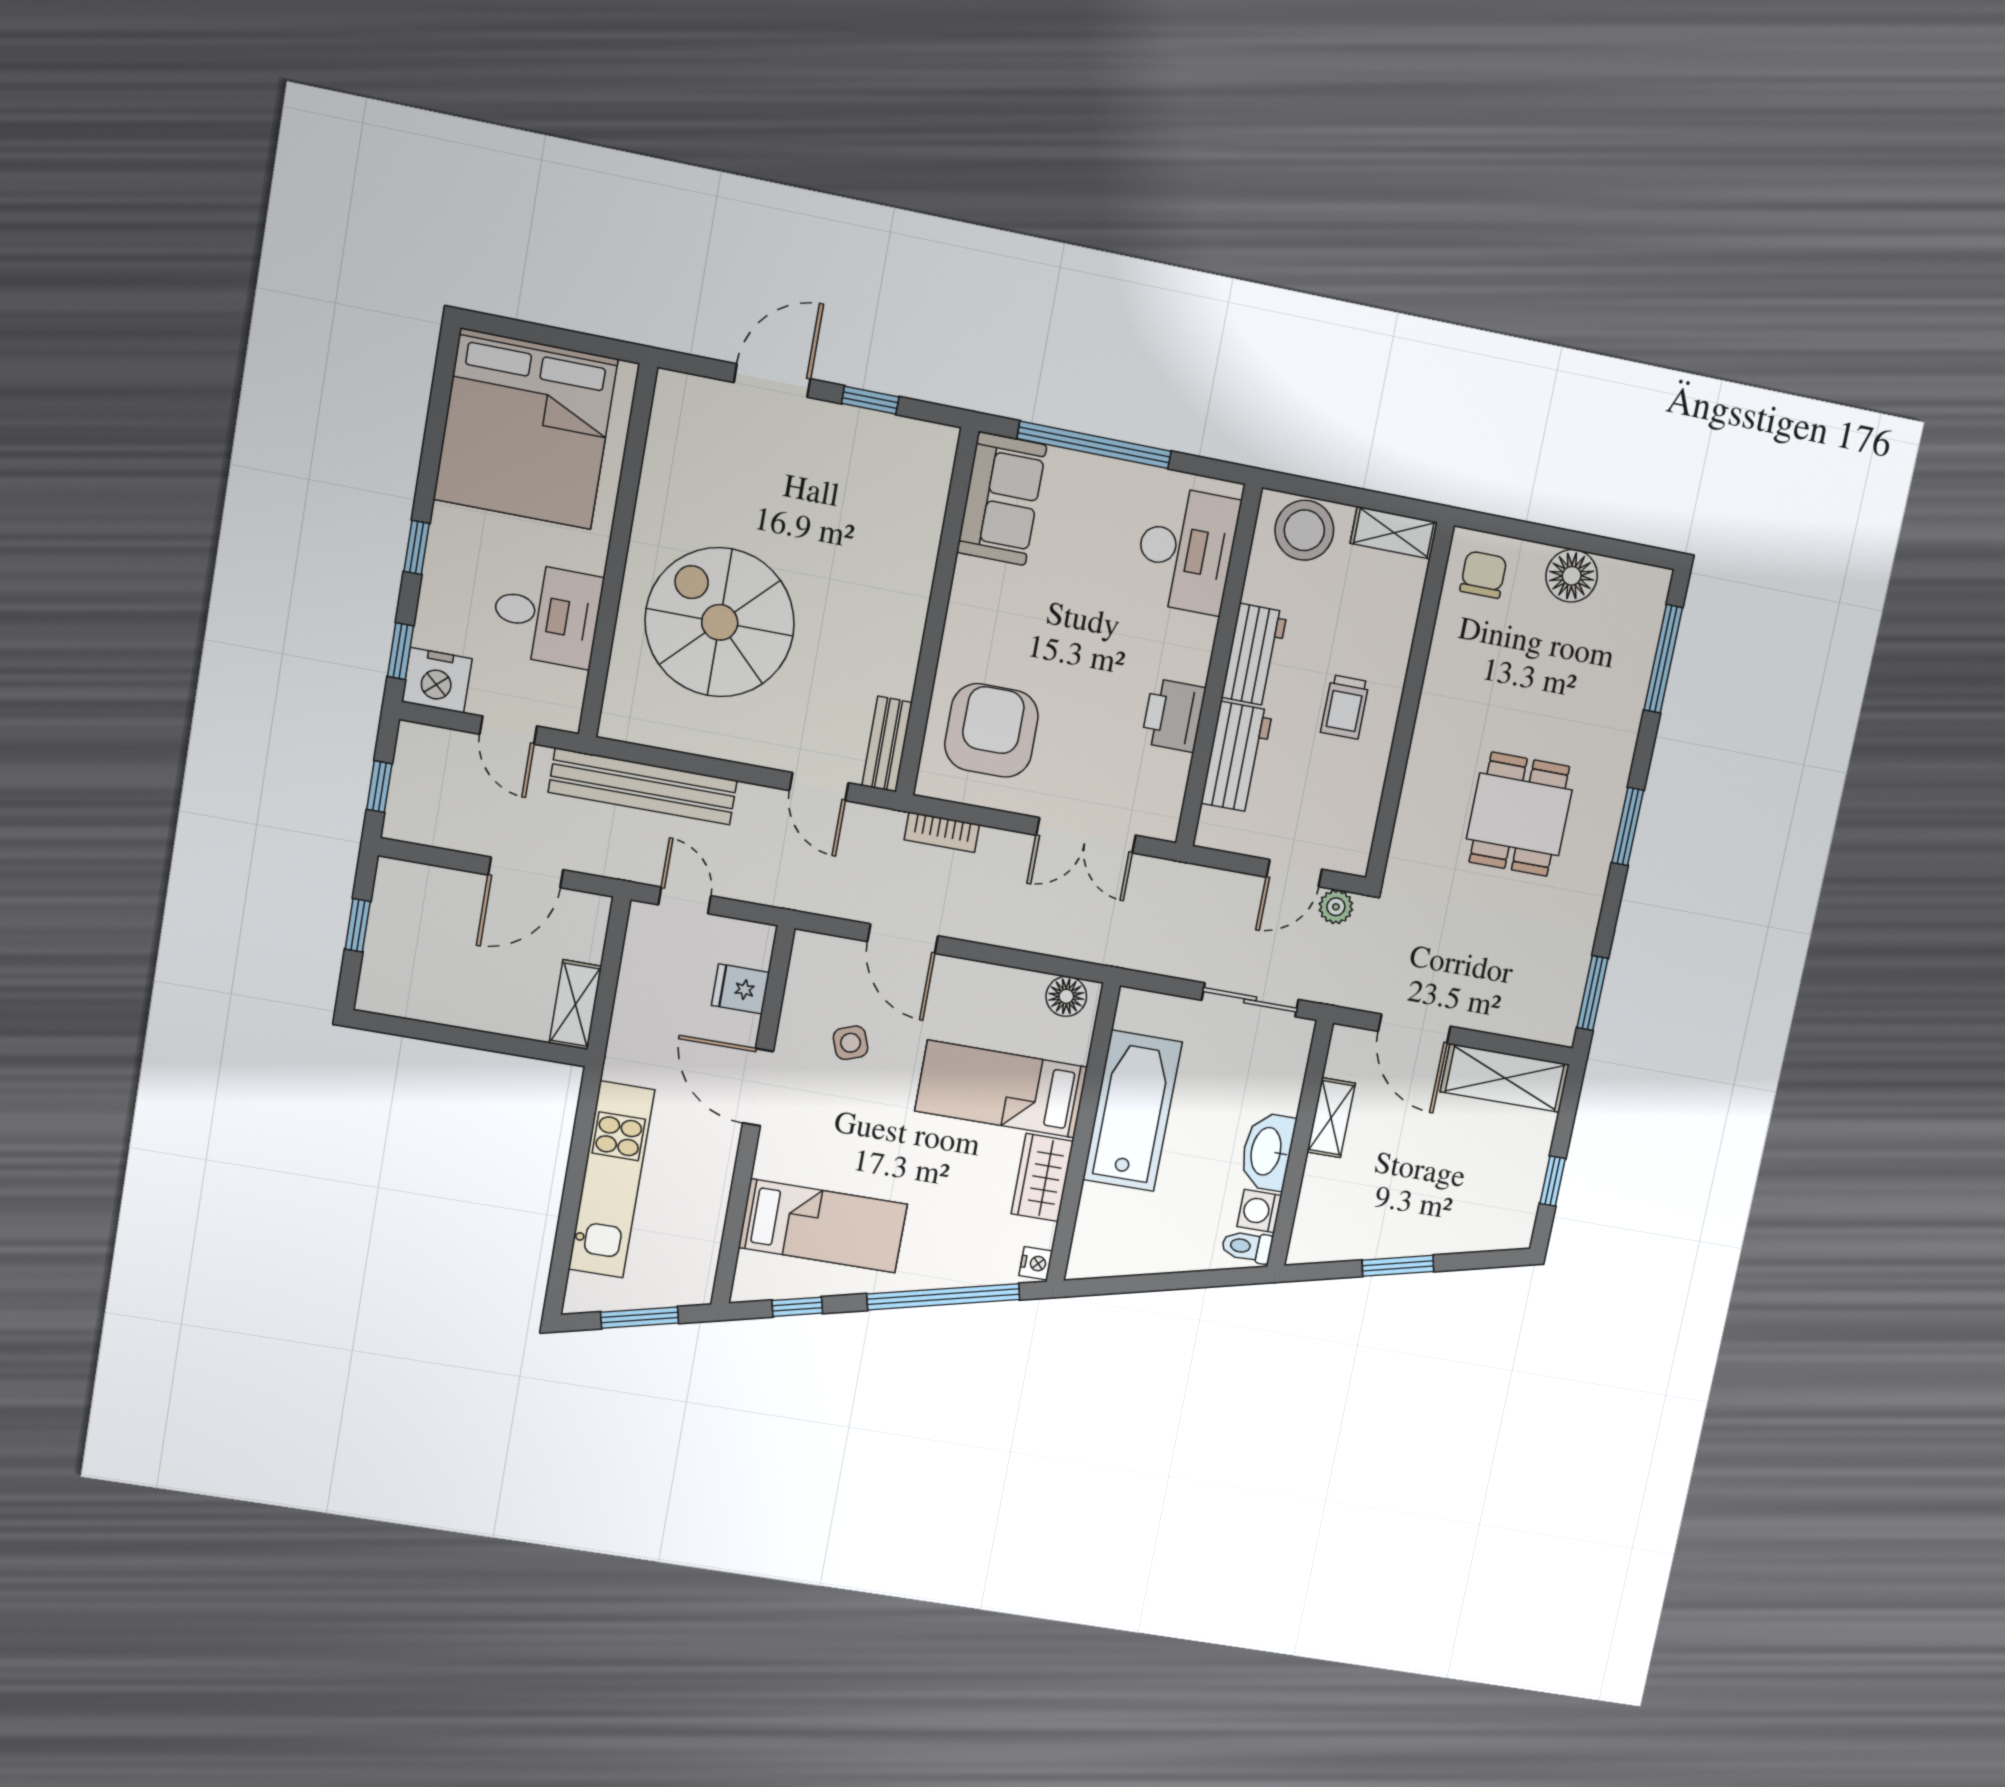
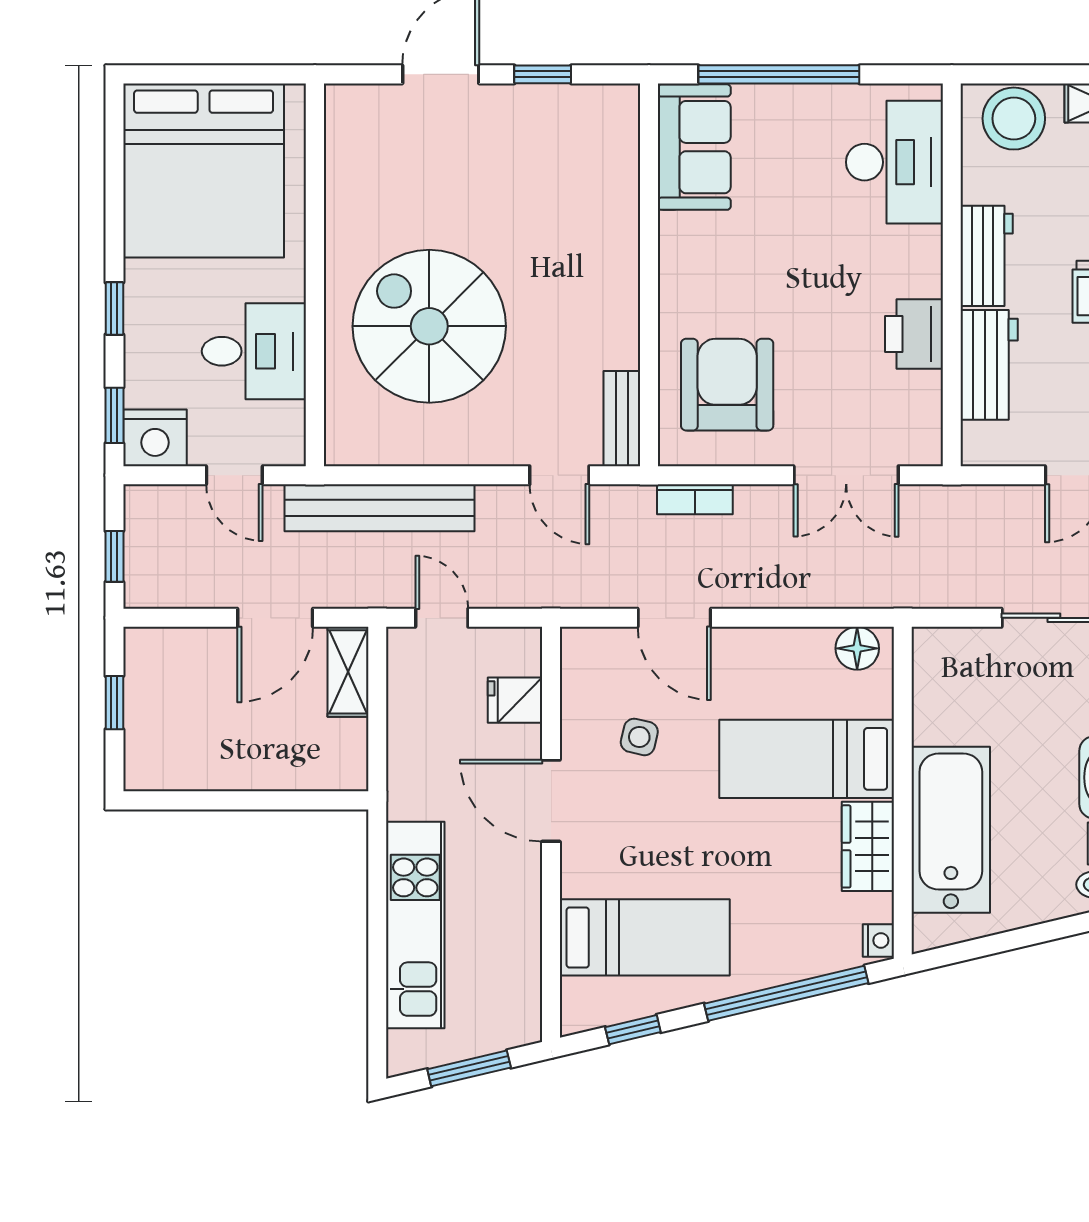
shelving: (575, 1005) -> (348, 672), moved
side table: (851, 1043) -> (639, 737), turned 33
bathtub: (1132, 1111) -> (951, 830), moved

